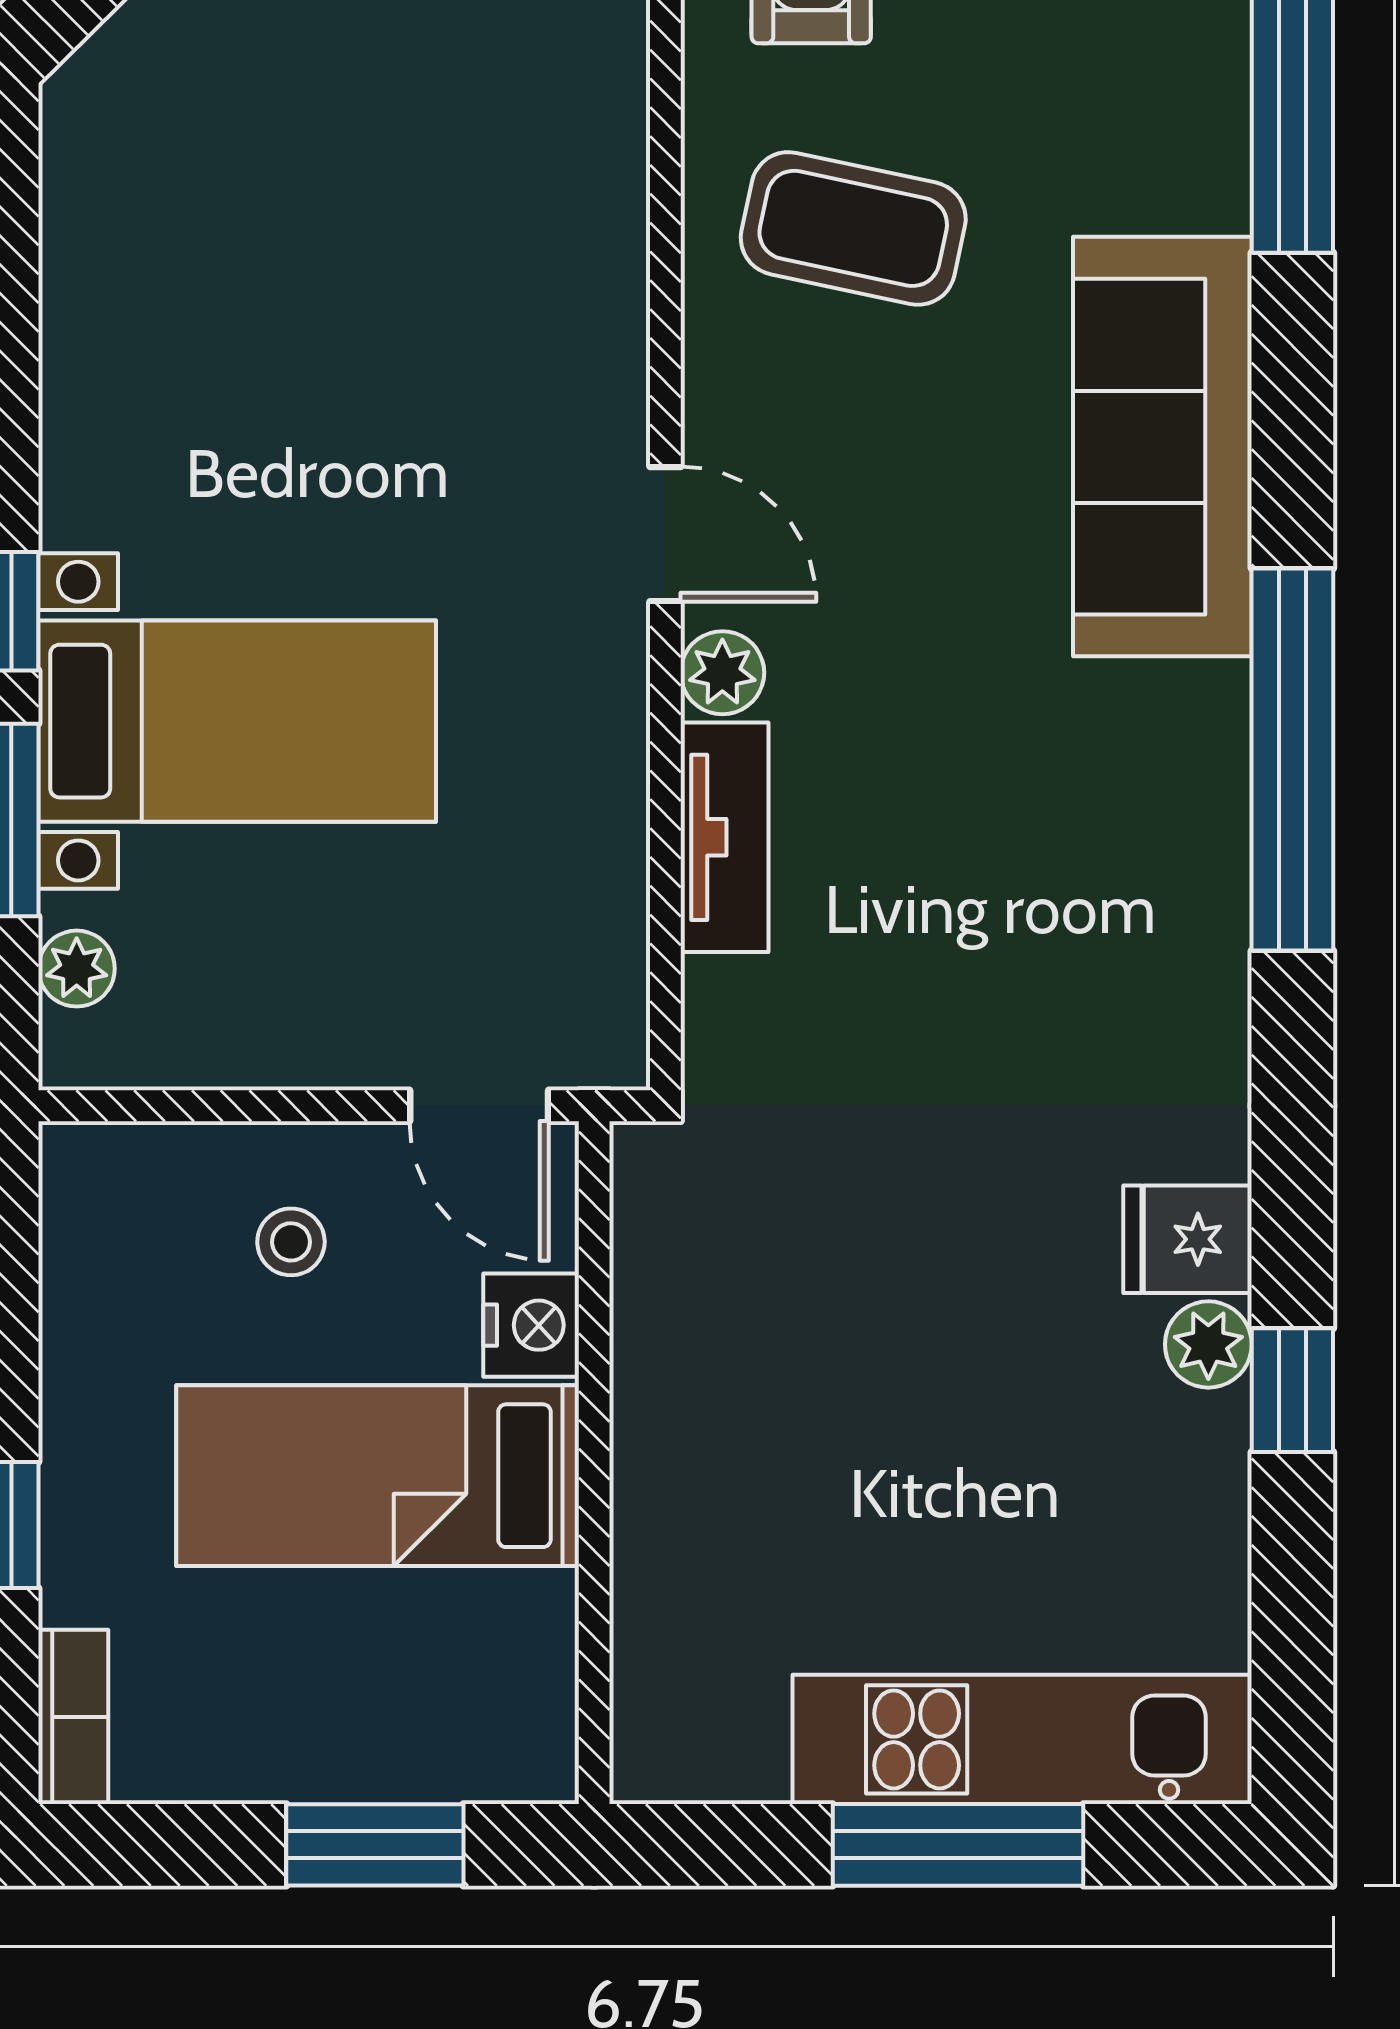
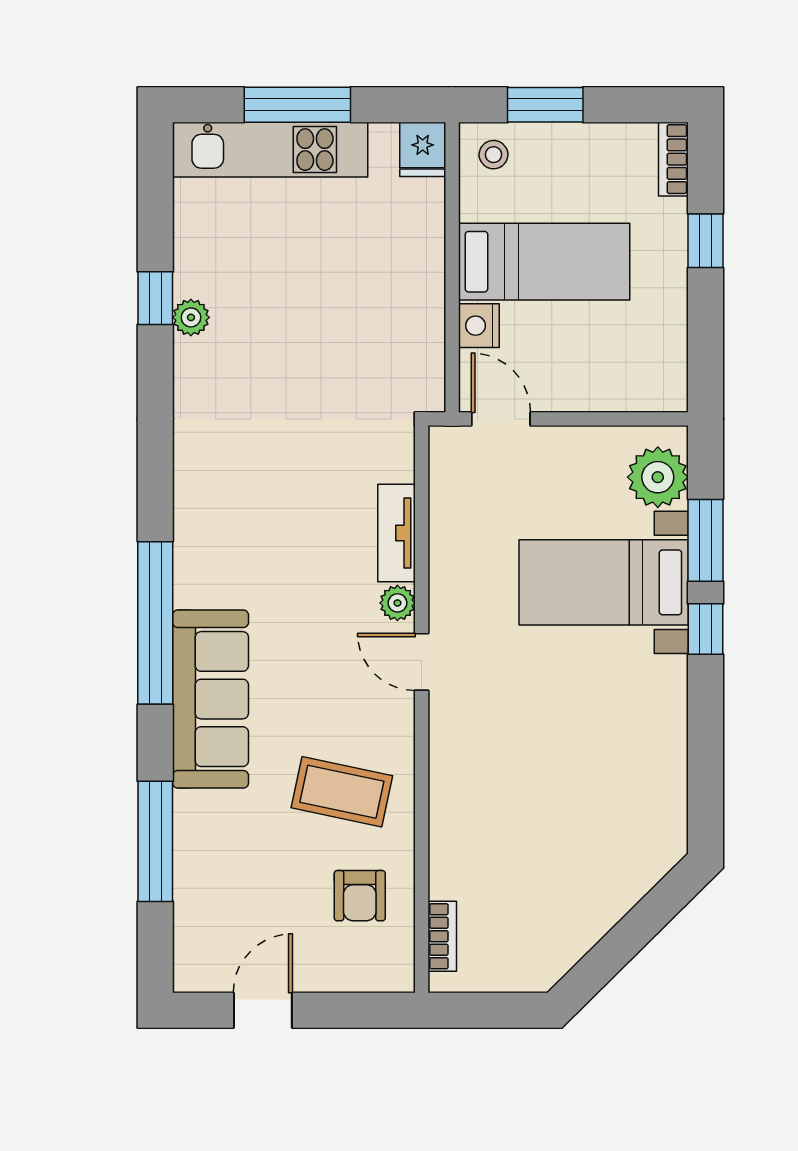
window: (1292, 760) -> (155, 623), moved
plant: (77, 969) -> (658, 477), width x1.87, depth x1.87
fridge: (1187, 1239) -> (423, 149), moved, turned 90
stool: (291, 1242) -> (494, 155), moved

